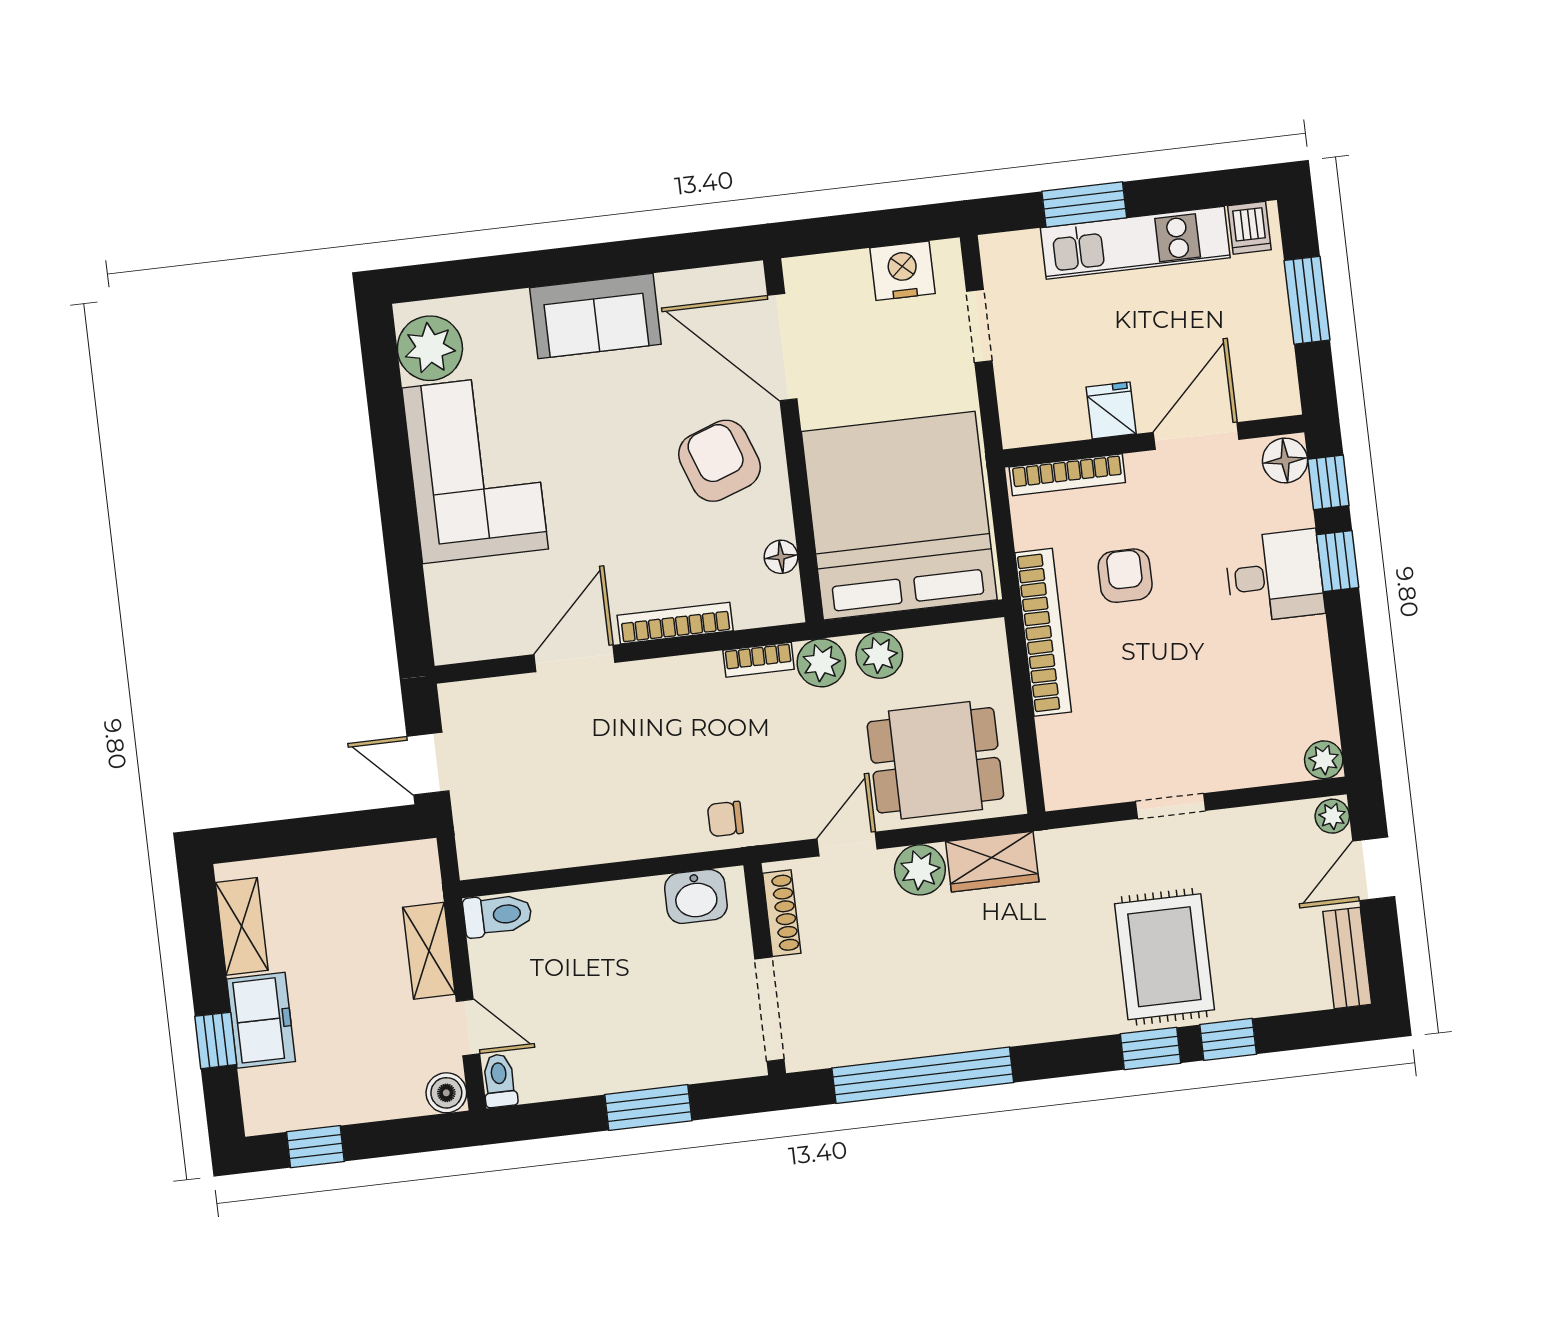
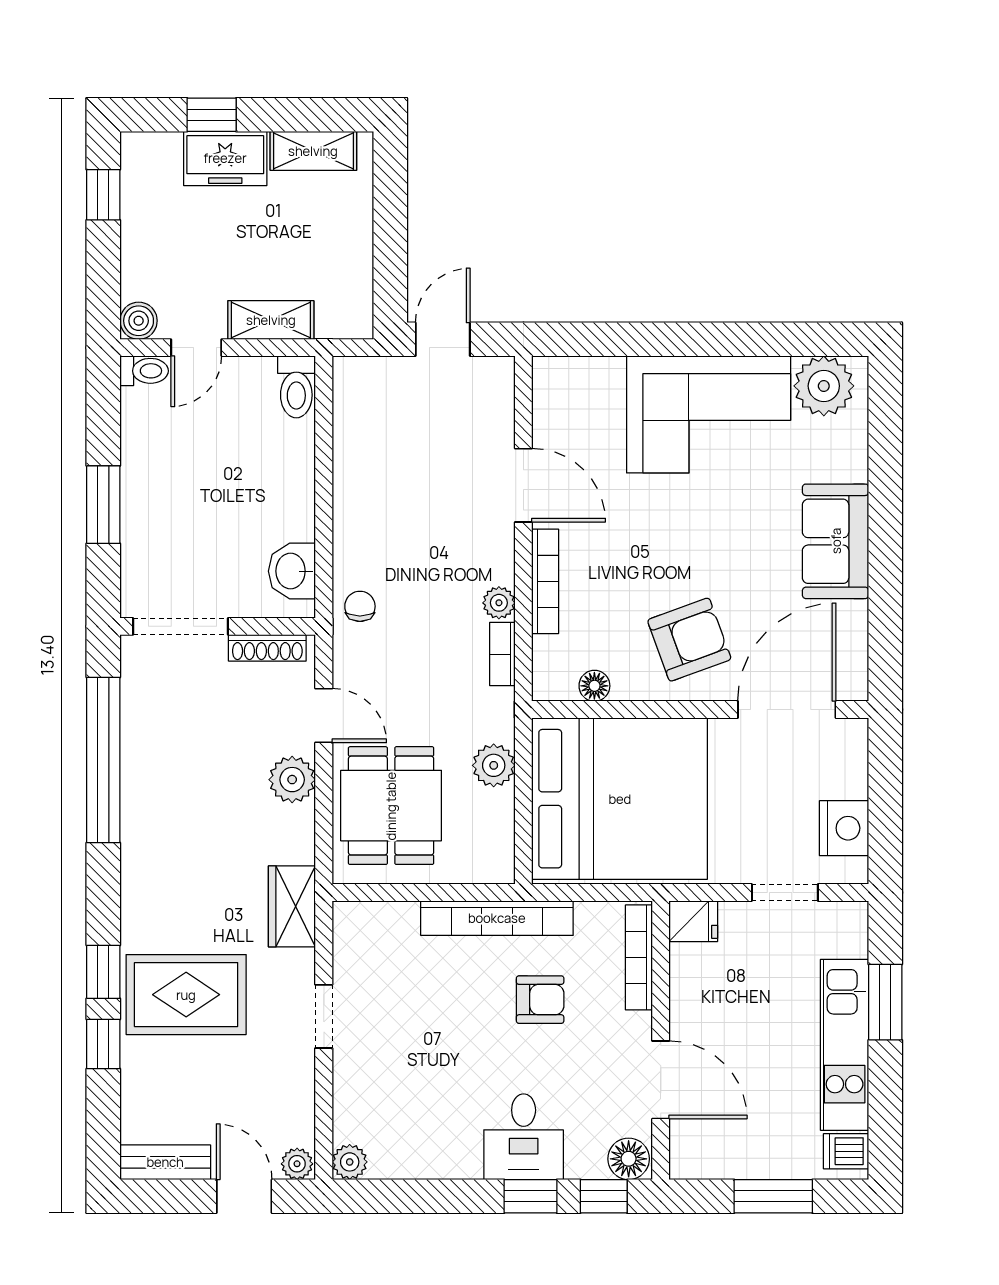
fridge: (1111, 410) -> (693, 921), moved
plant: (821, 663) -> (499, 603), moved, width x0.73, depth x0.73
wardrobe: (992, 862) -> (292, 906), moved

